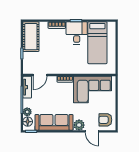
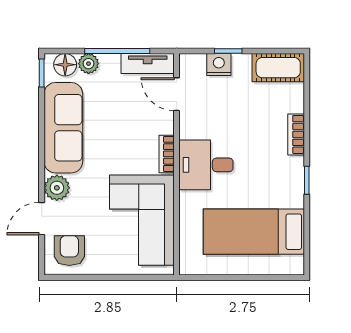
desk: (77, 33) -> (206, 165), moved, turned 180
cot: (31, 37) -> (278, 68), width x0.73, depth x0.75
nightstand: (28, 57) -> (219, 64), added

